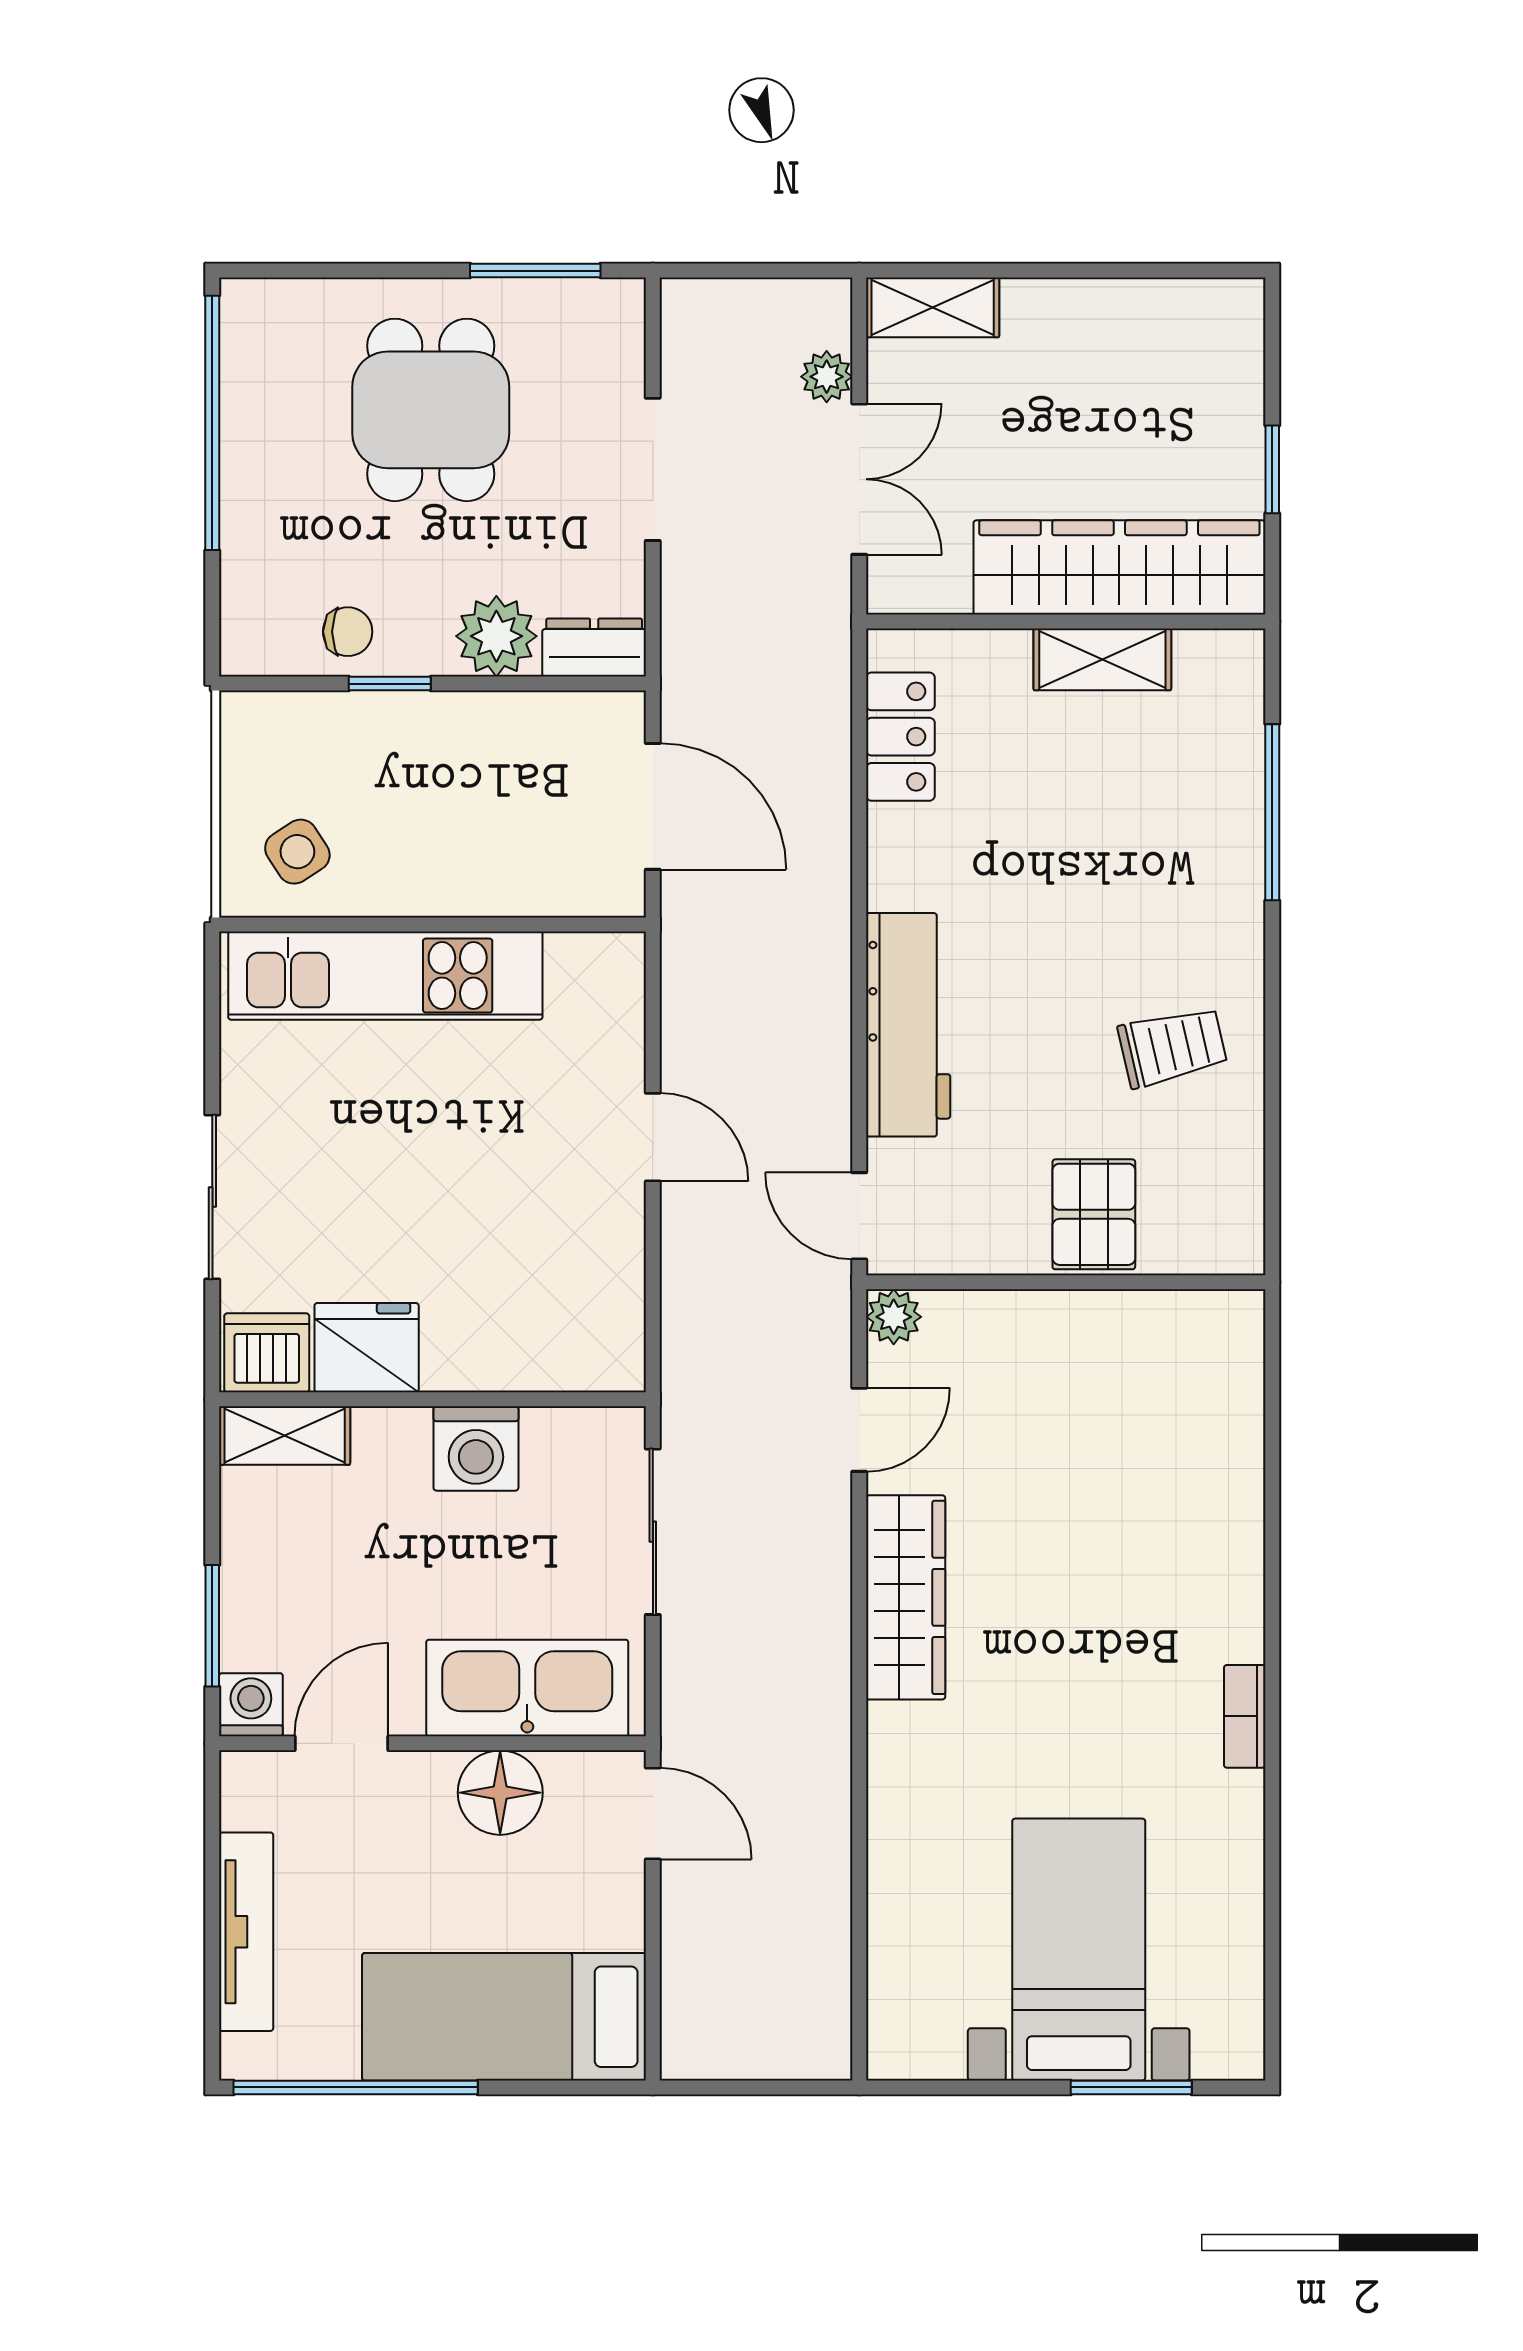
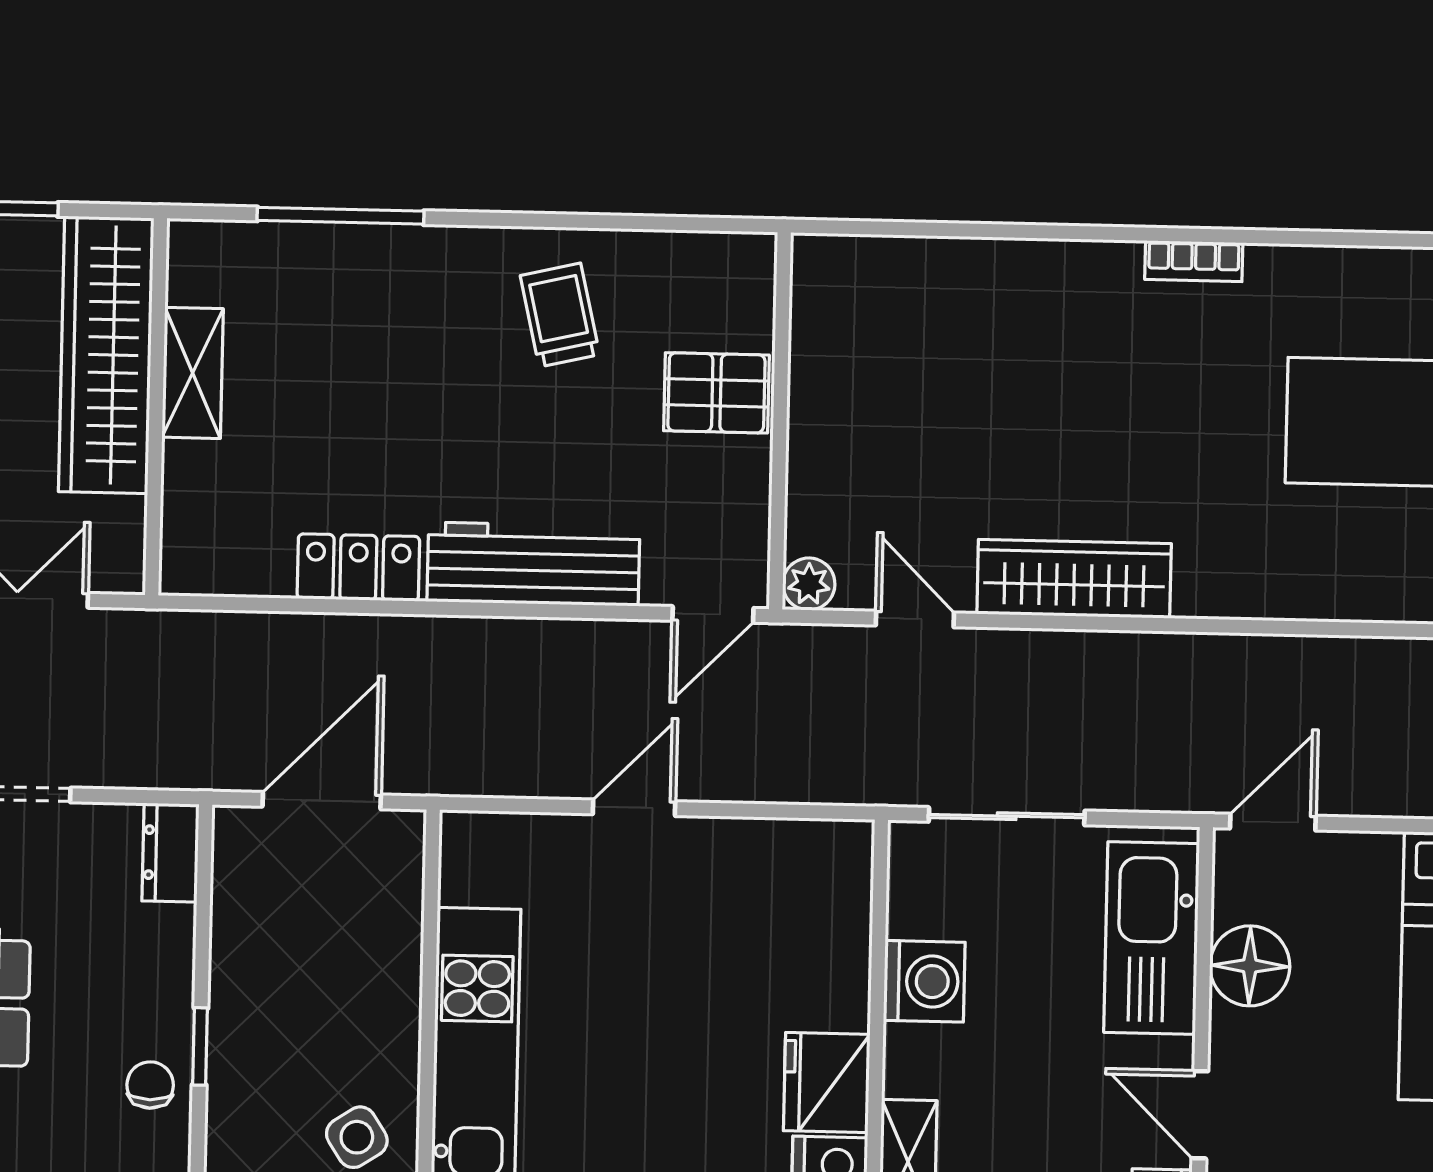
plant: (496, 636) -> (158, 945), removed
locker: (900, 737) -> (358, 567), moved

